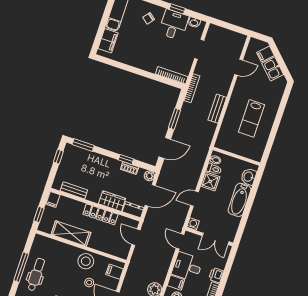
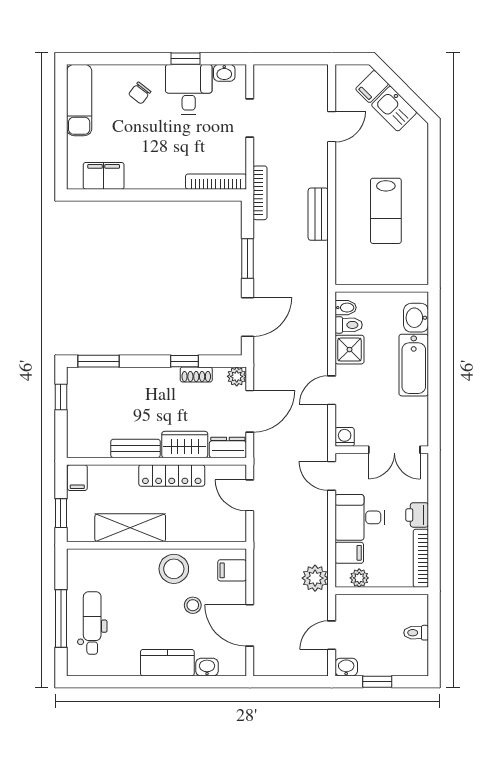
filing cabinet: (108, 41) -> (104, 176), moved, turned -90
bench: (74, 190) -> (136, 448), moved

